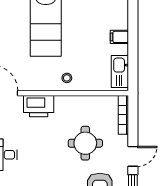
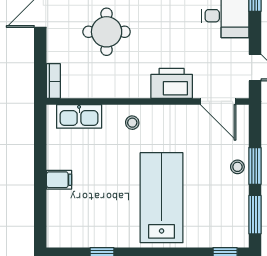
kitchen sink: (120, 72) -> (79, 116), moved, turned 90
bookcase: (123, 115) -> (53, 81), width x0.64

